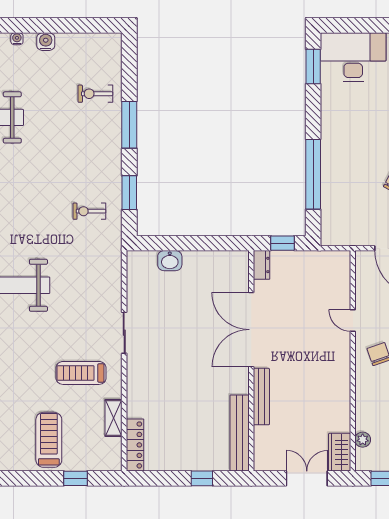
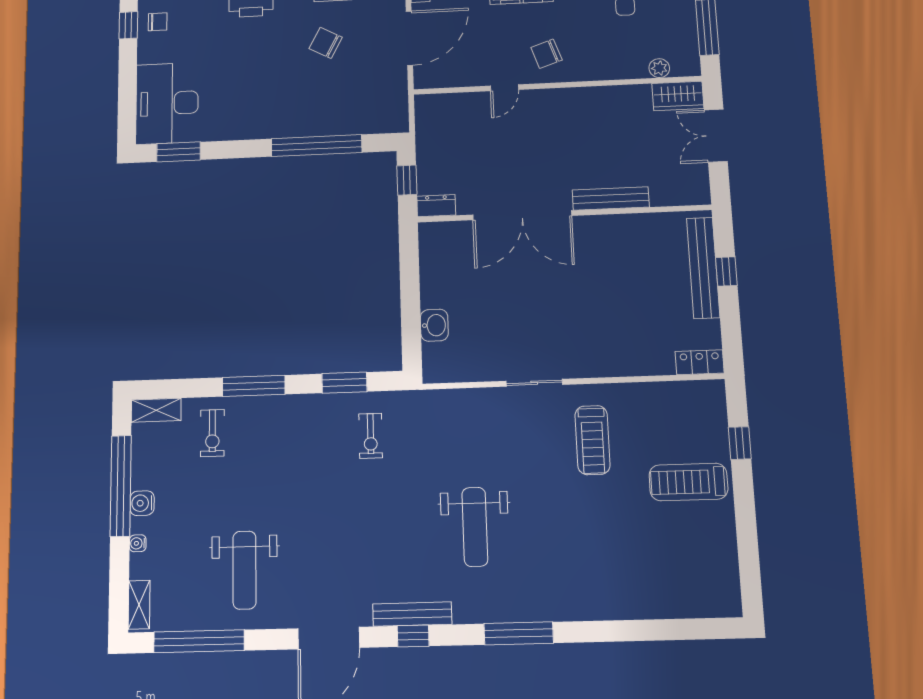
window: (59, 25) -> (121, 486), added
shelving: (114, 418) -> (156, 410), moved
bench: (240, 433) -> (703, 268), moved, turned 90
locker: (135, 445) -> (700, 362), width x0.66

